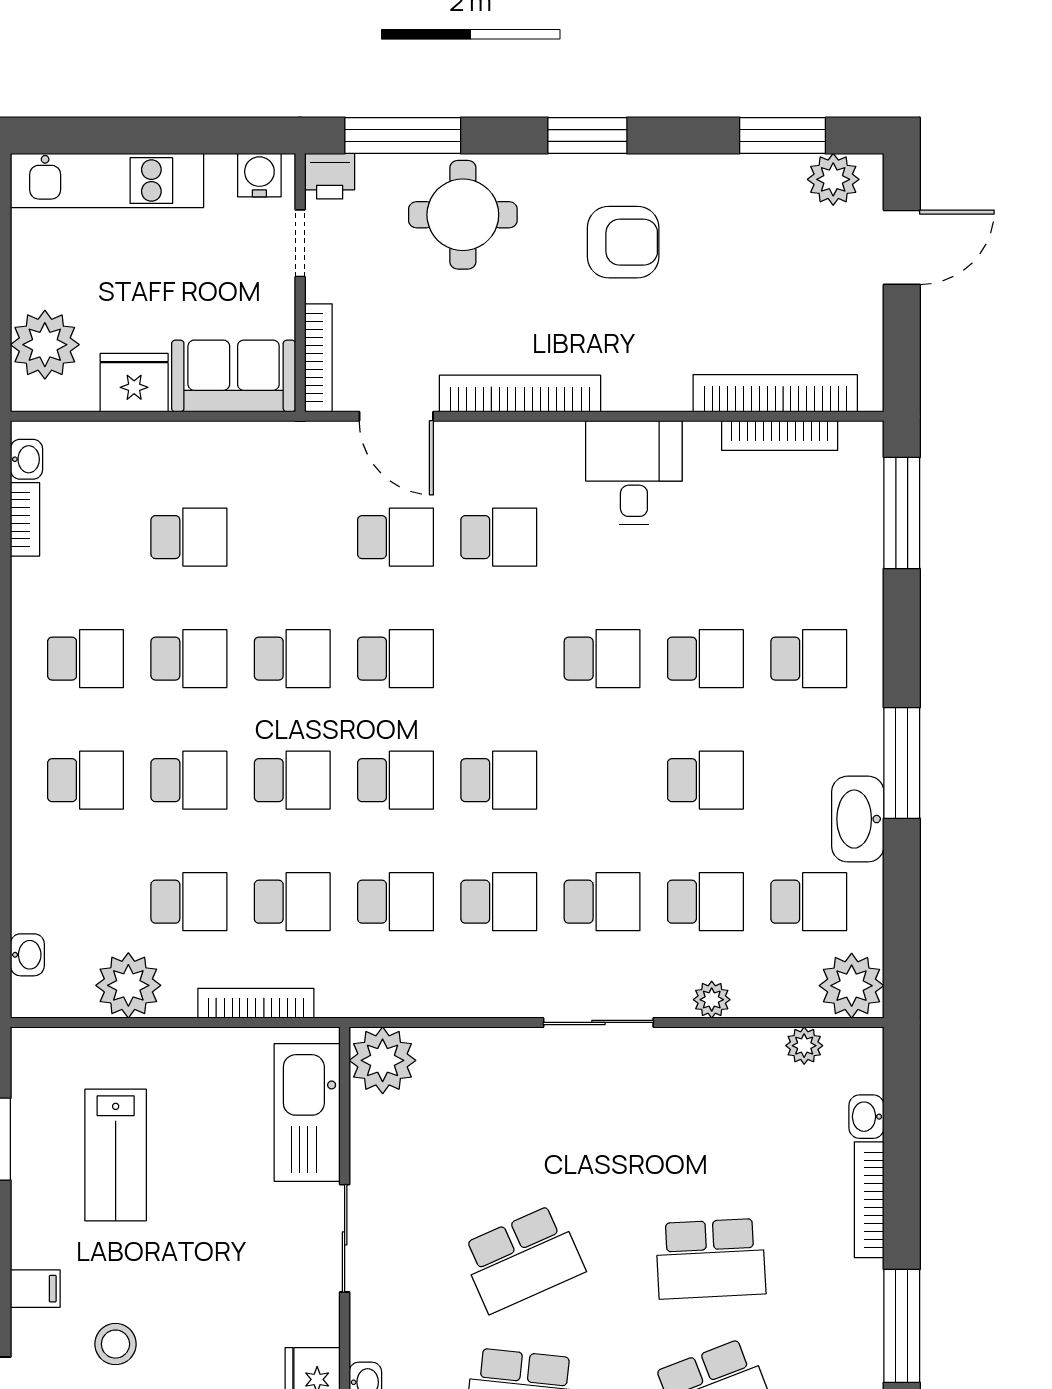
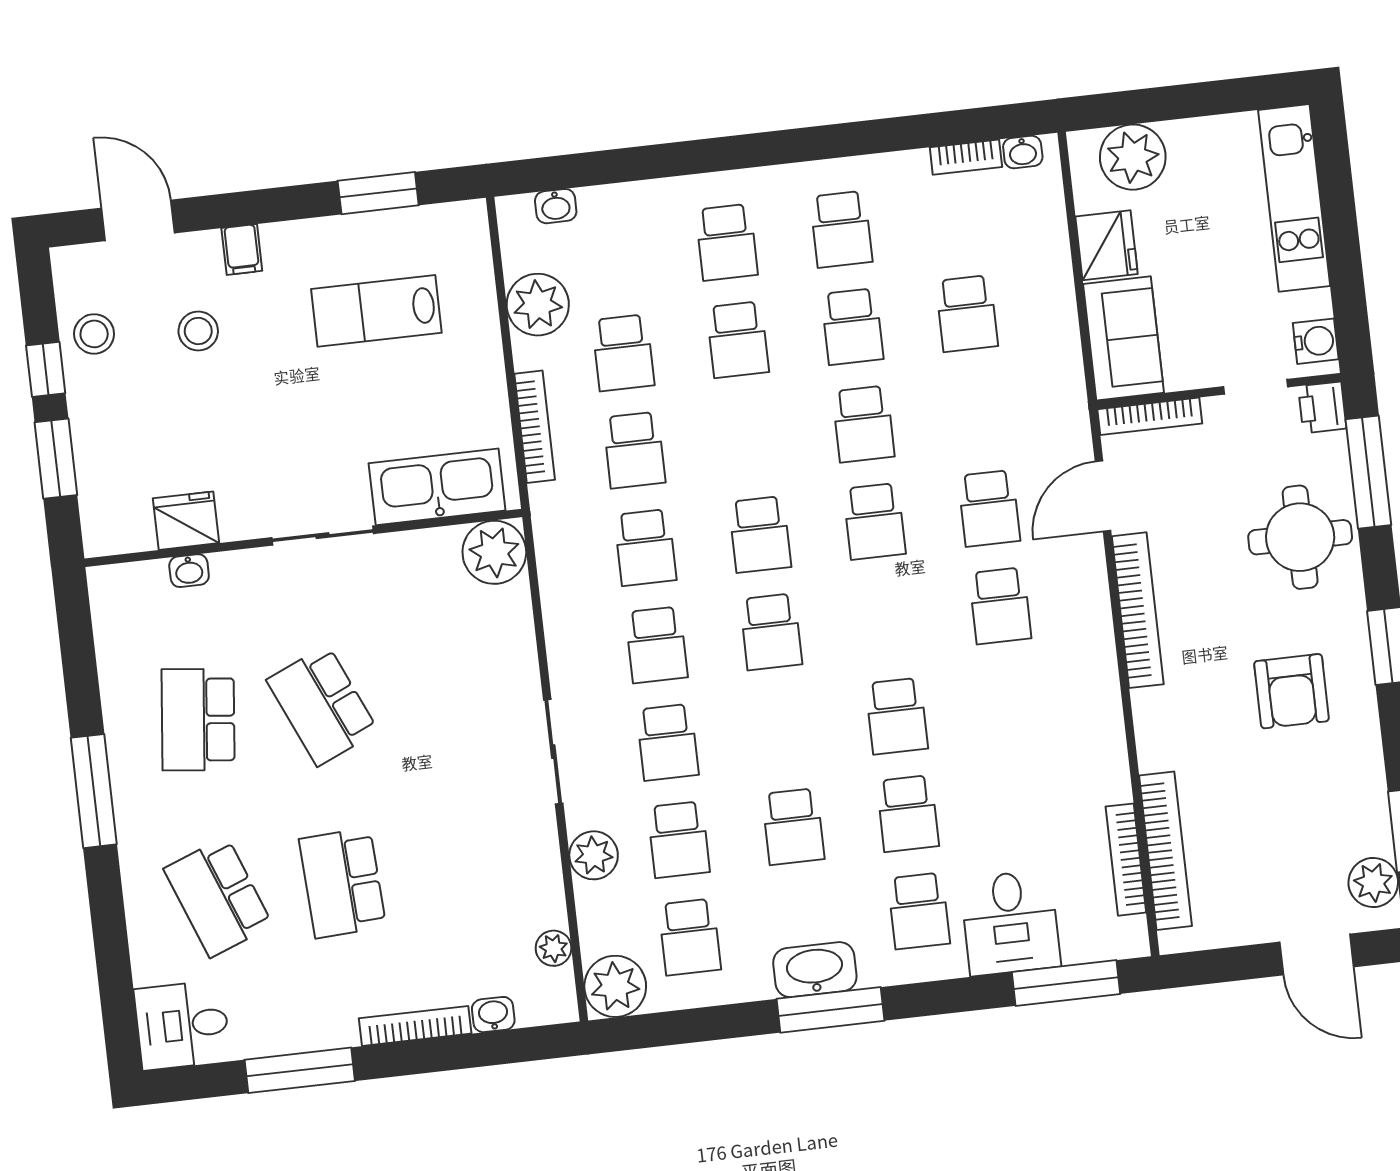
desk: (634, 473) -> (1010, 923), moved, turned 90
school desk: (292, 780) -> (749, 437), removed
washbasin: (858, 819) -> (815, 970), moved
plant: (712, 1000) -> (594, 855), width x1.38, depth x1.38

